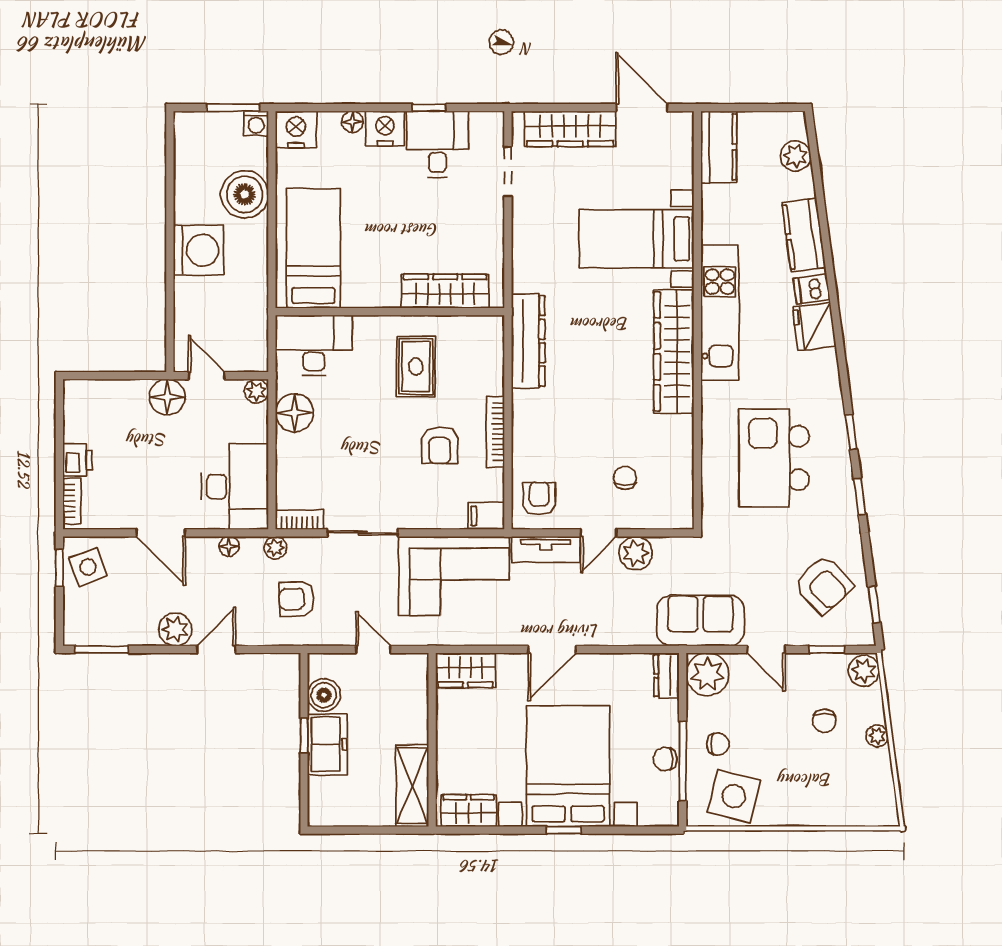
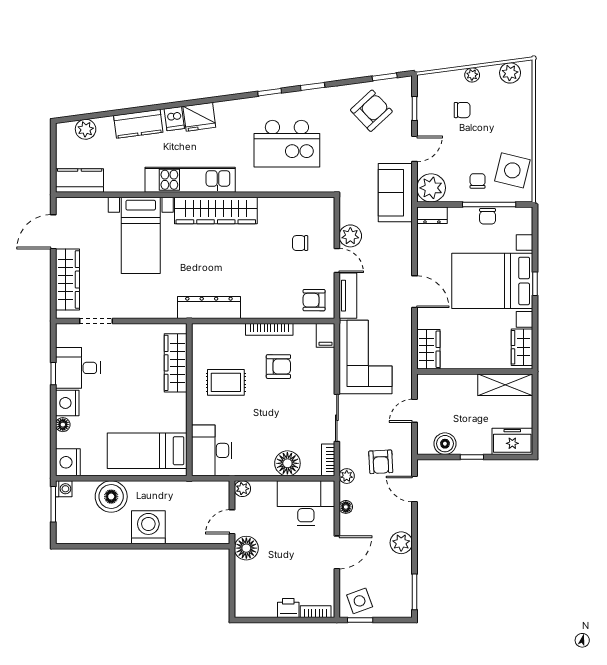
floor lamp: (294, 413) -> (287, 463), moved
door: (216, 649) -> (415, 489), moved
plant: (864, 671) -> (510, 73), moved
freezer: (327, 744) -> (512, 441), moved

